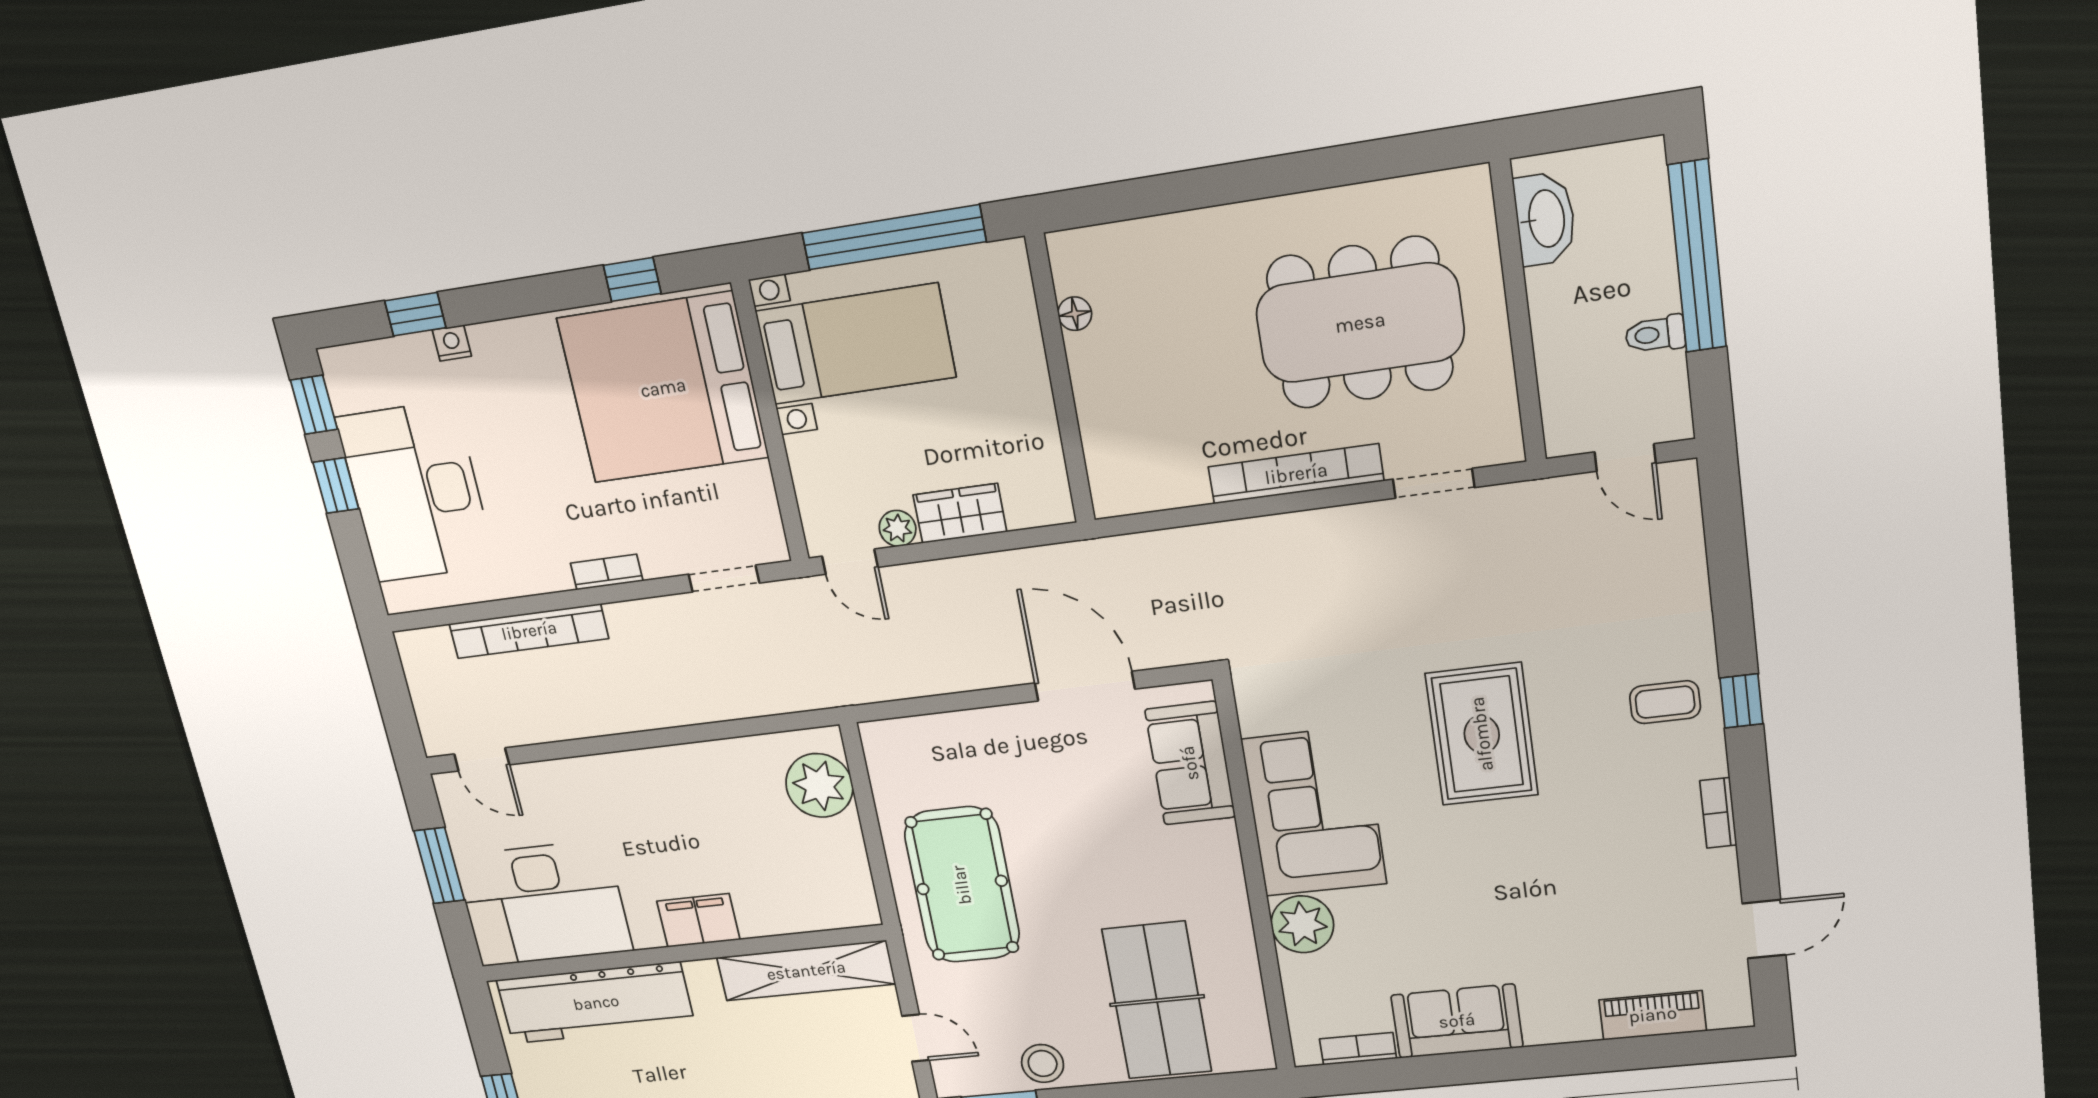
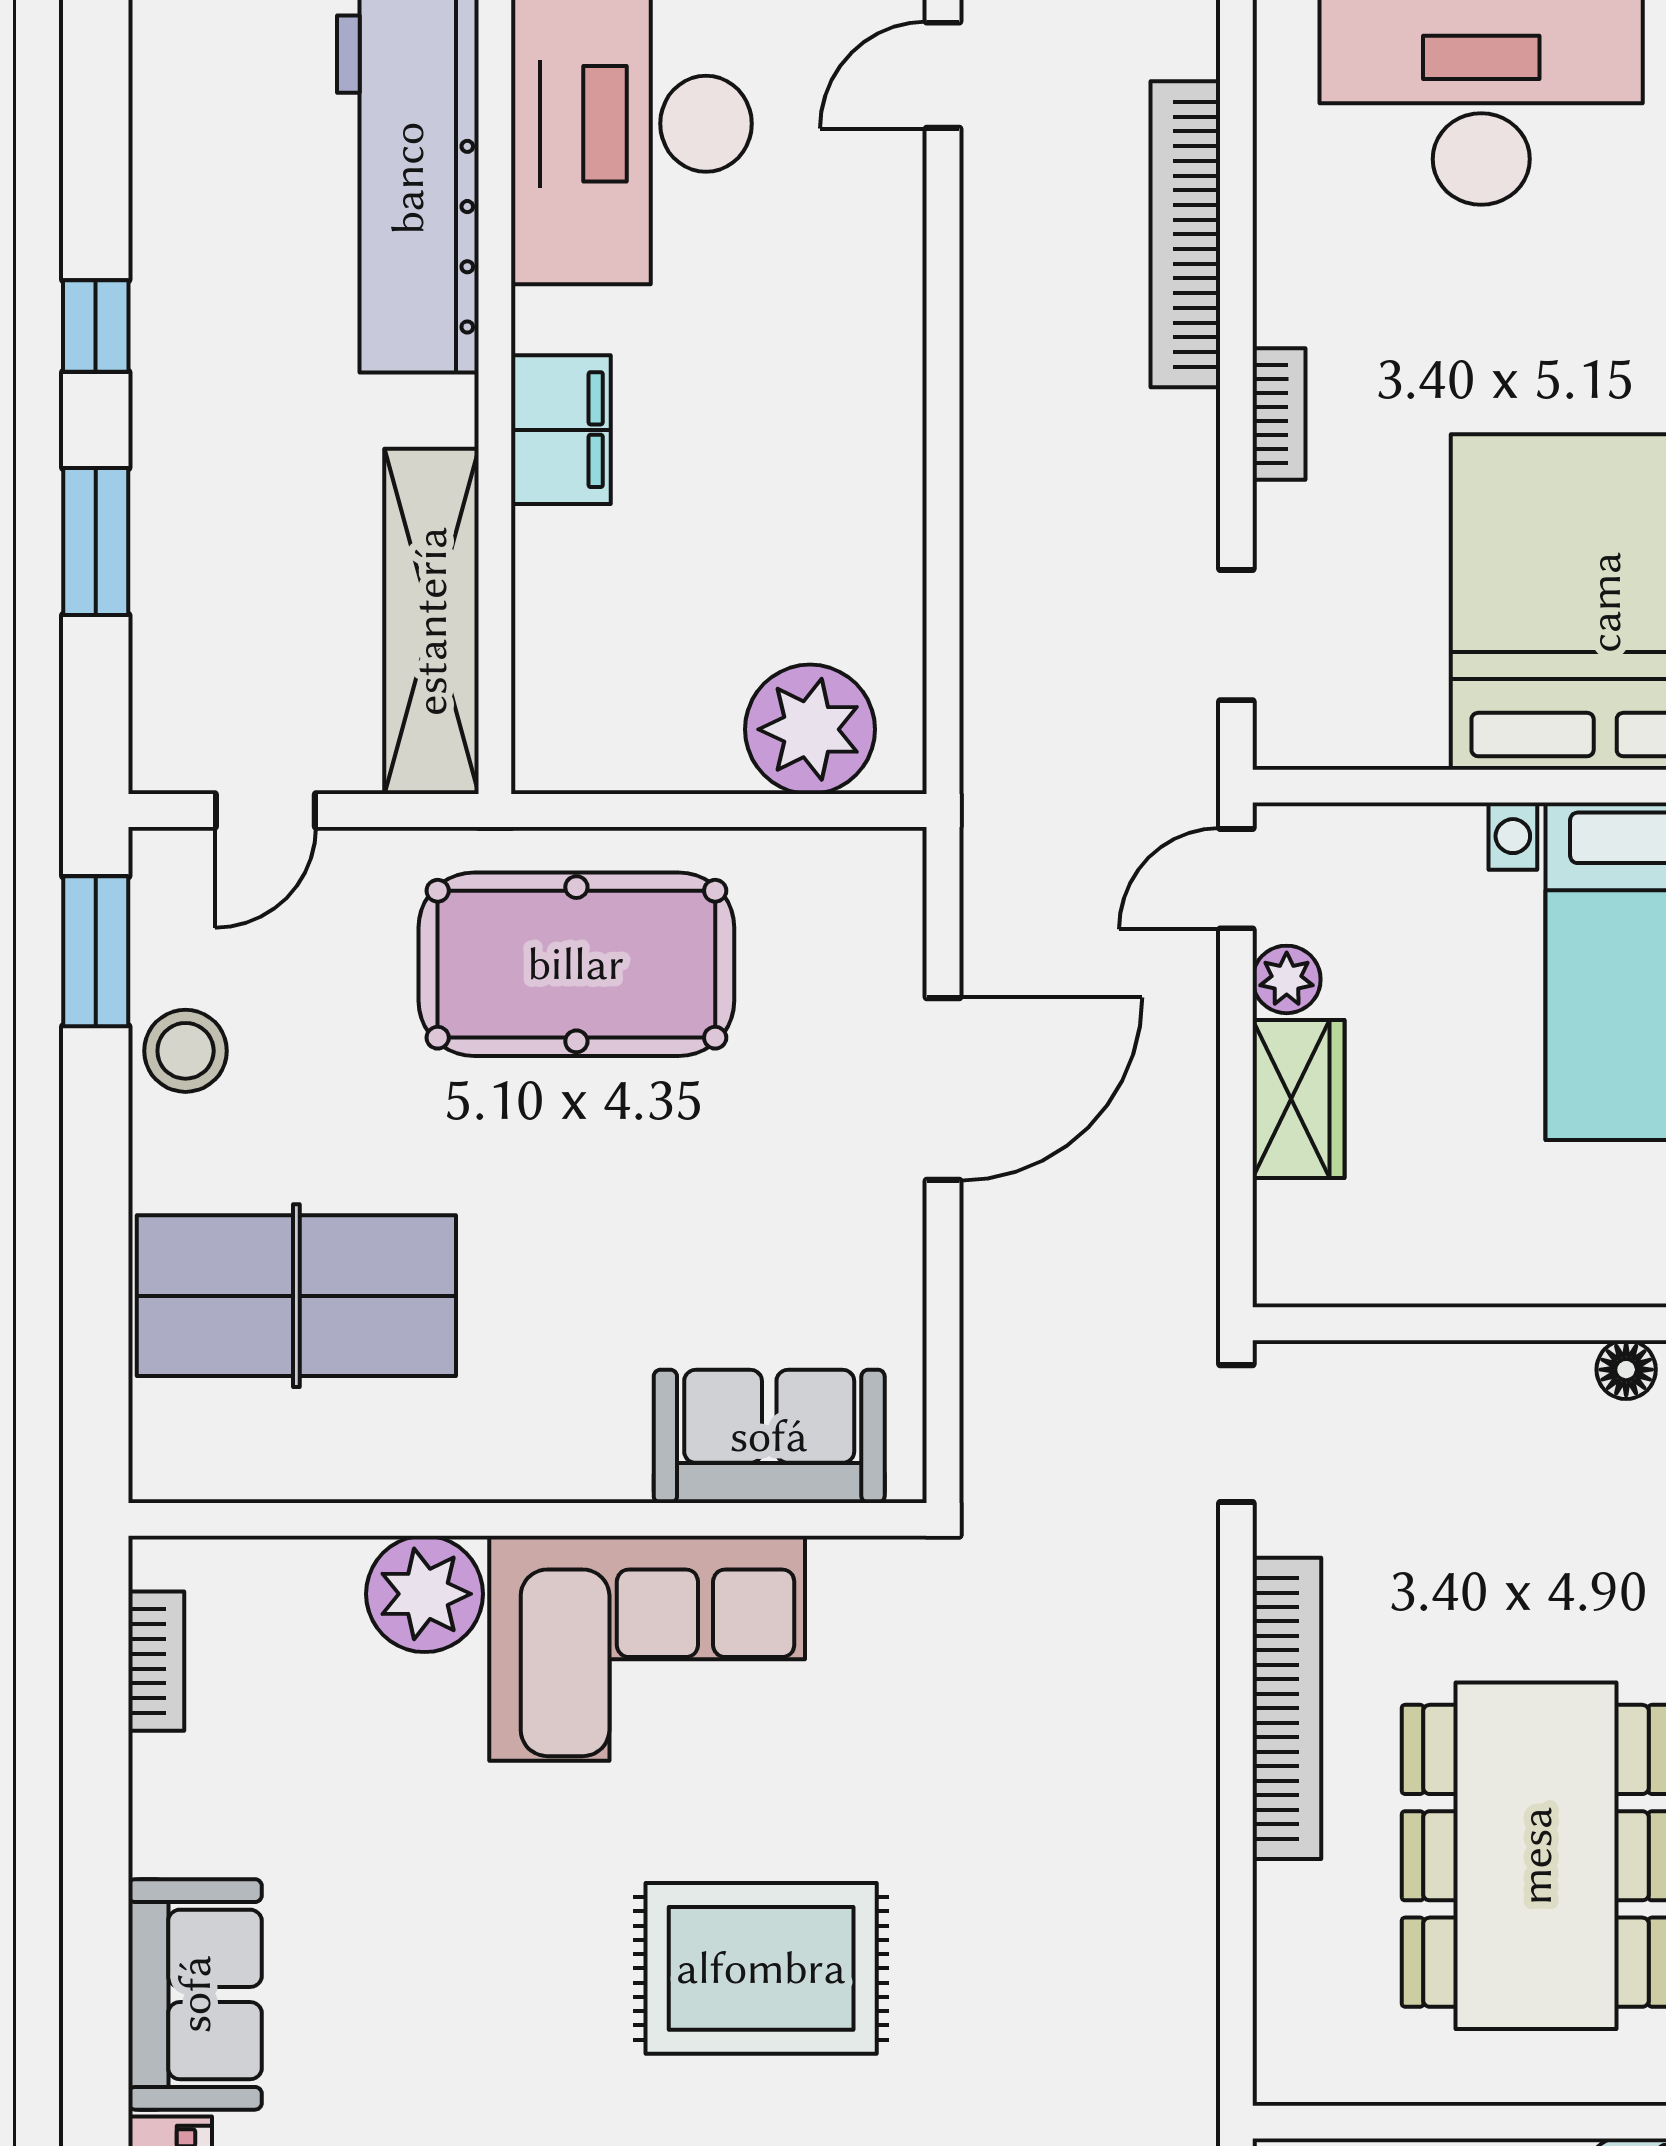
doorway: (1434, 483) -> (1236, 1434), moved
door: (1085, 686) -> (943, 1089), moved
sofa: (1457, 1021) -> (195, 1994), moved

